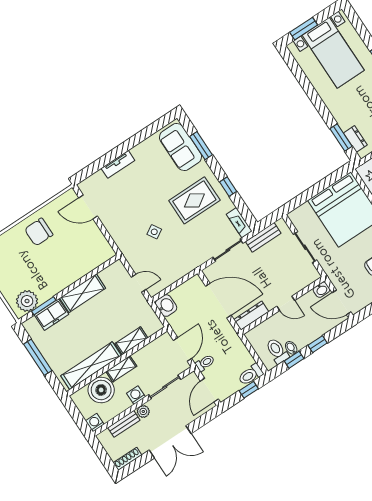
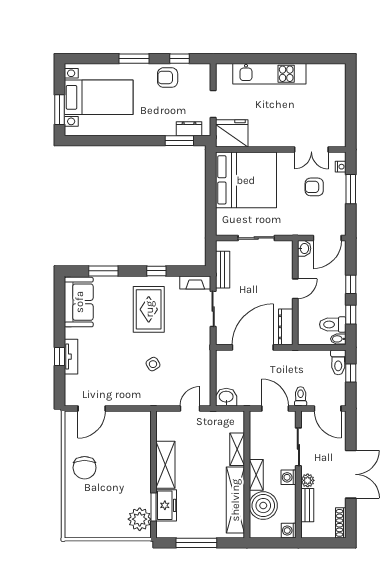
sofa: (181, 147) -> (79, 302), moved, turned -90
window: (112, 155) -> (59, 356), added
bidet: (291, 348) -> (338, 339), moved

